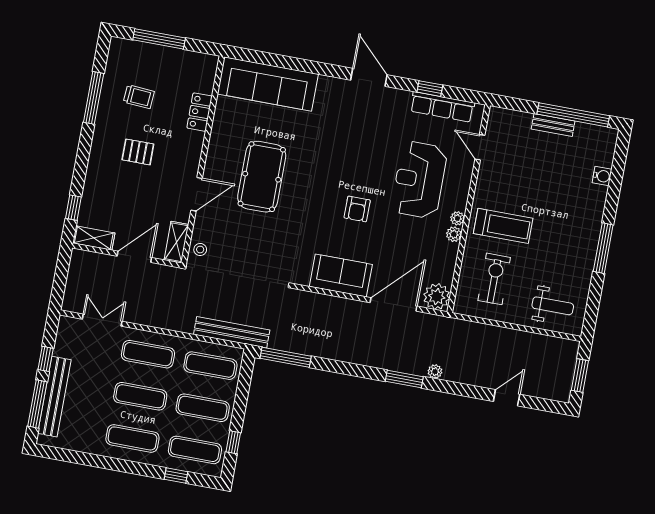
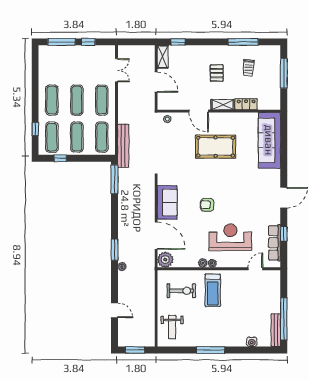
bench: (553, 125) -> (276, 330), moved, width x1.36
shelving: (176, 242) -> (223, 105), moved
bench: (54, 397) -> (68, 51), removed

